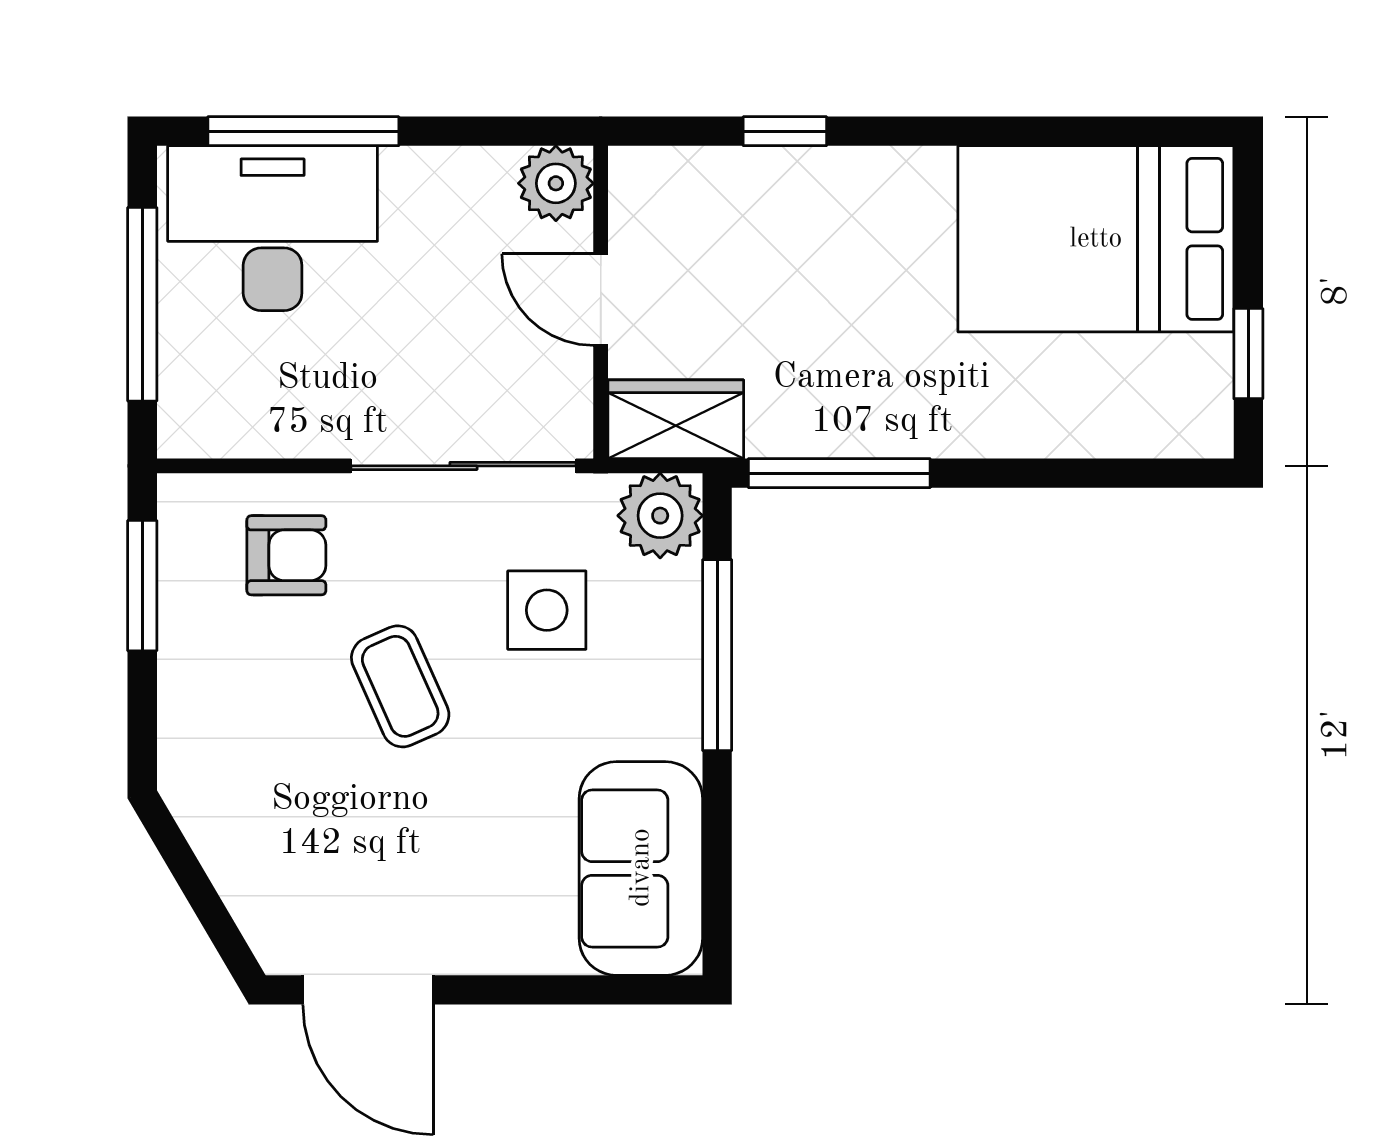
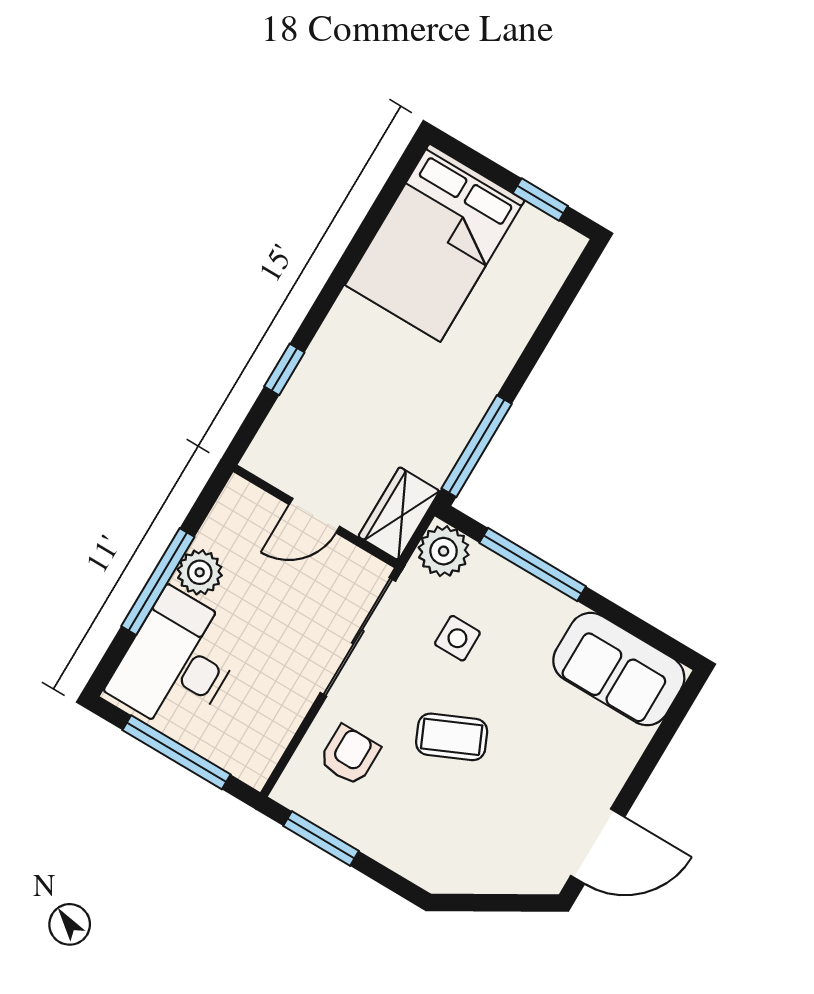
window: (303, 131) -> (158, 582), moved
plant: (556, 183) -> (200, 572), moved
side table: (547, 610) -> (457, 638), width x0.73, depth x0.73

